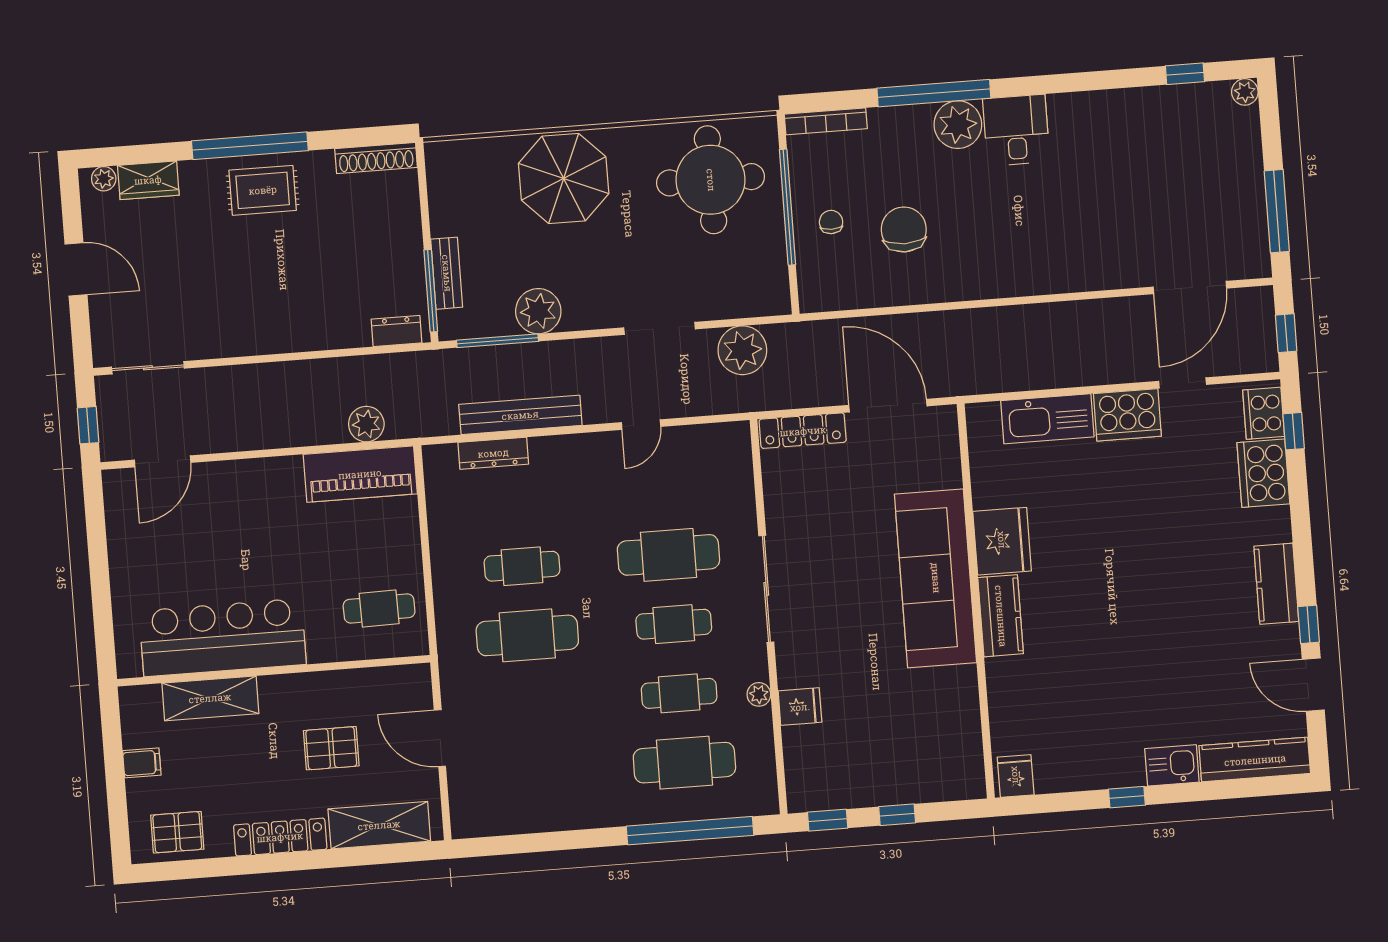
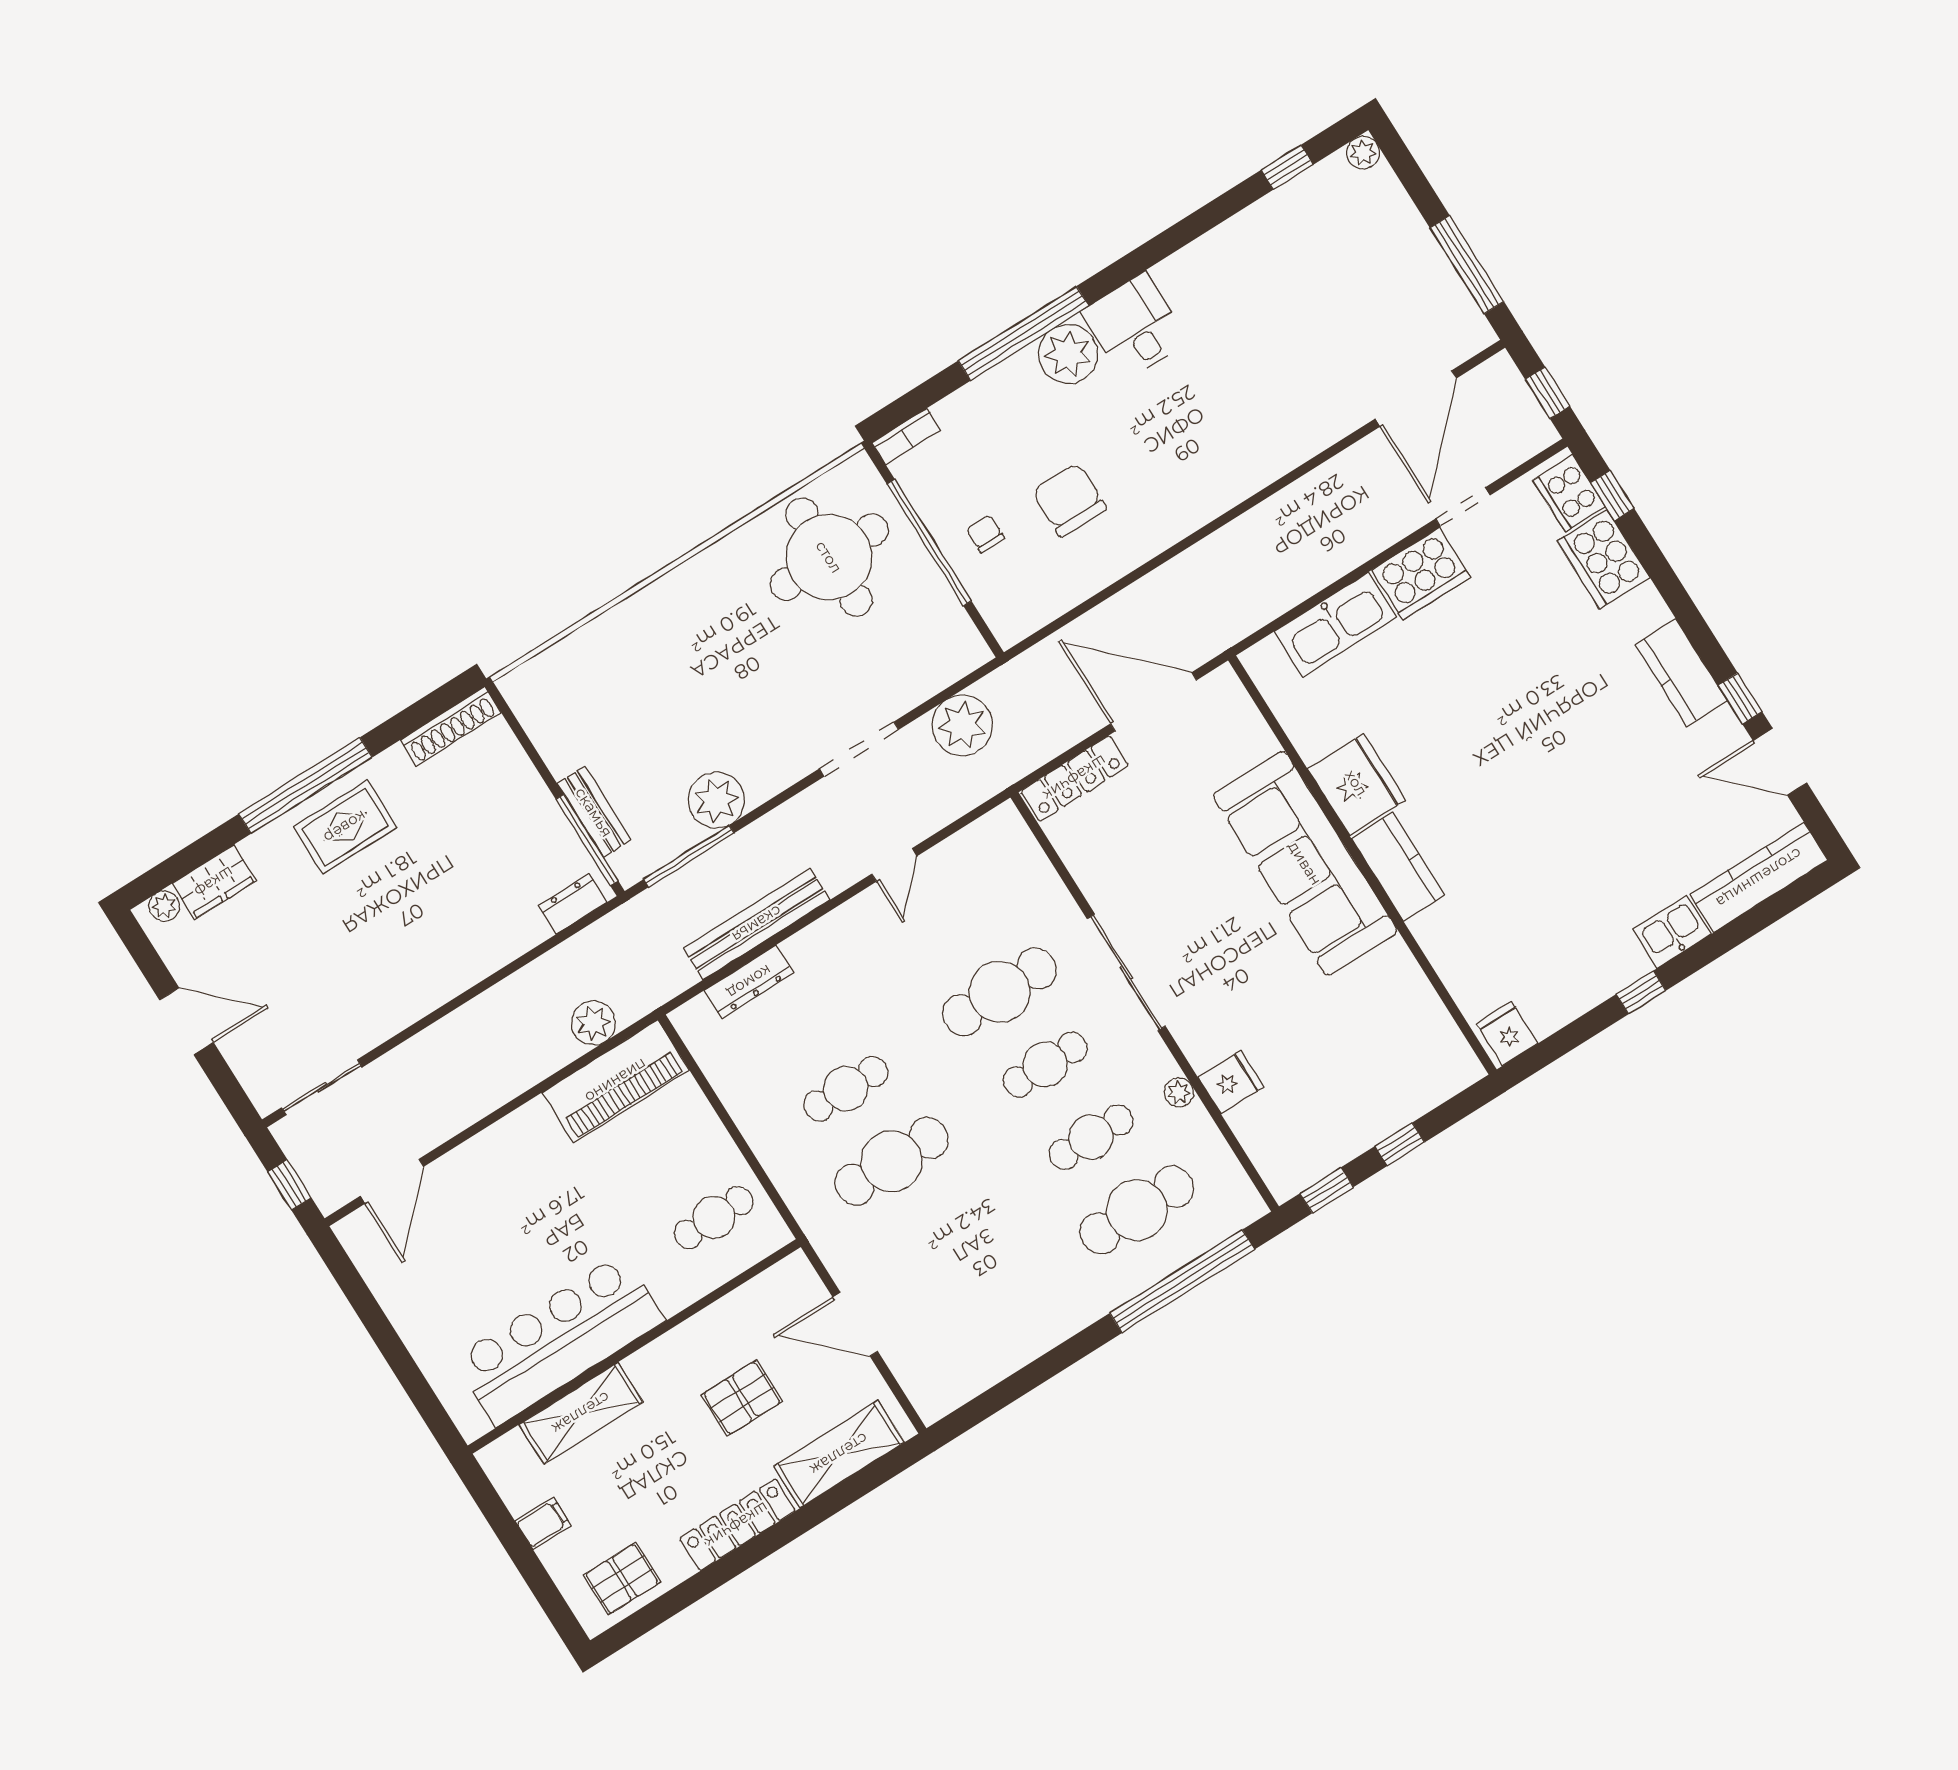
bookcase: (826, 121) -> (906, 436), width x0.64
parasol: (564, 178) -> (668, 640), removed

